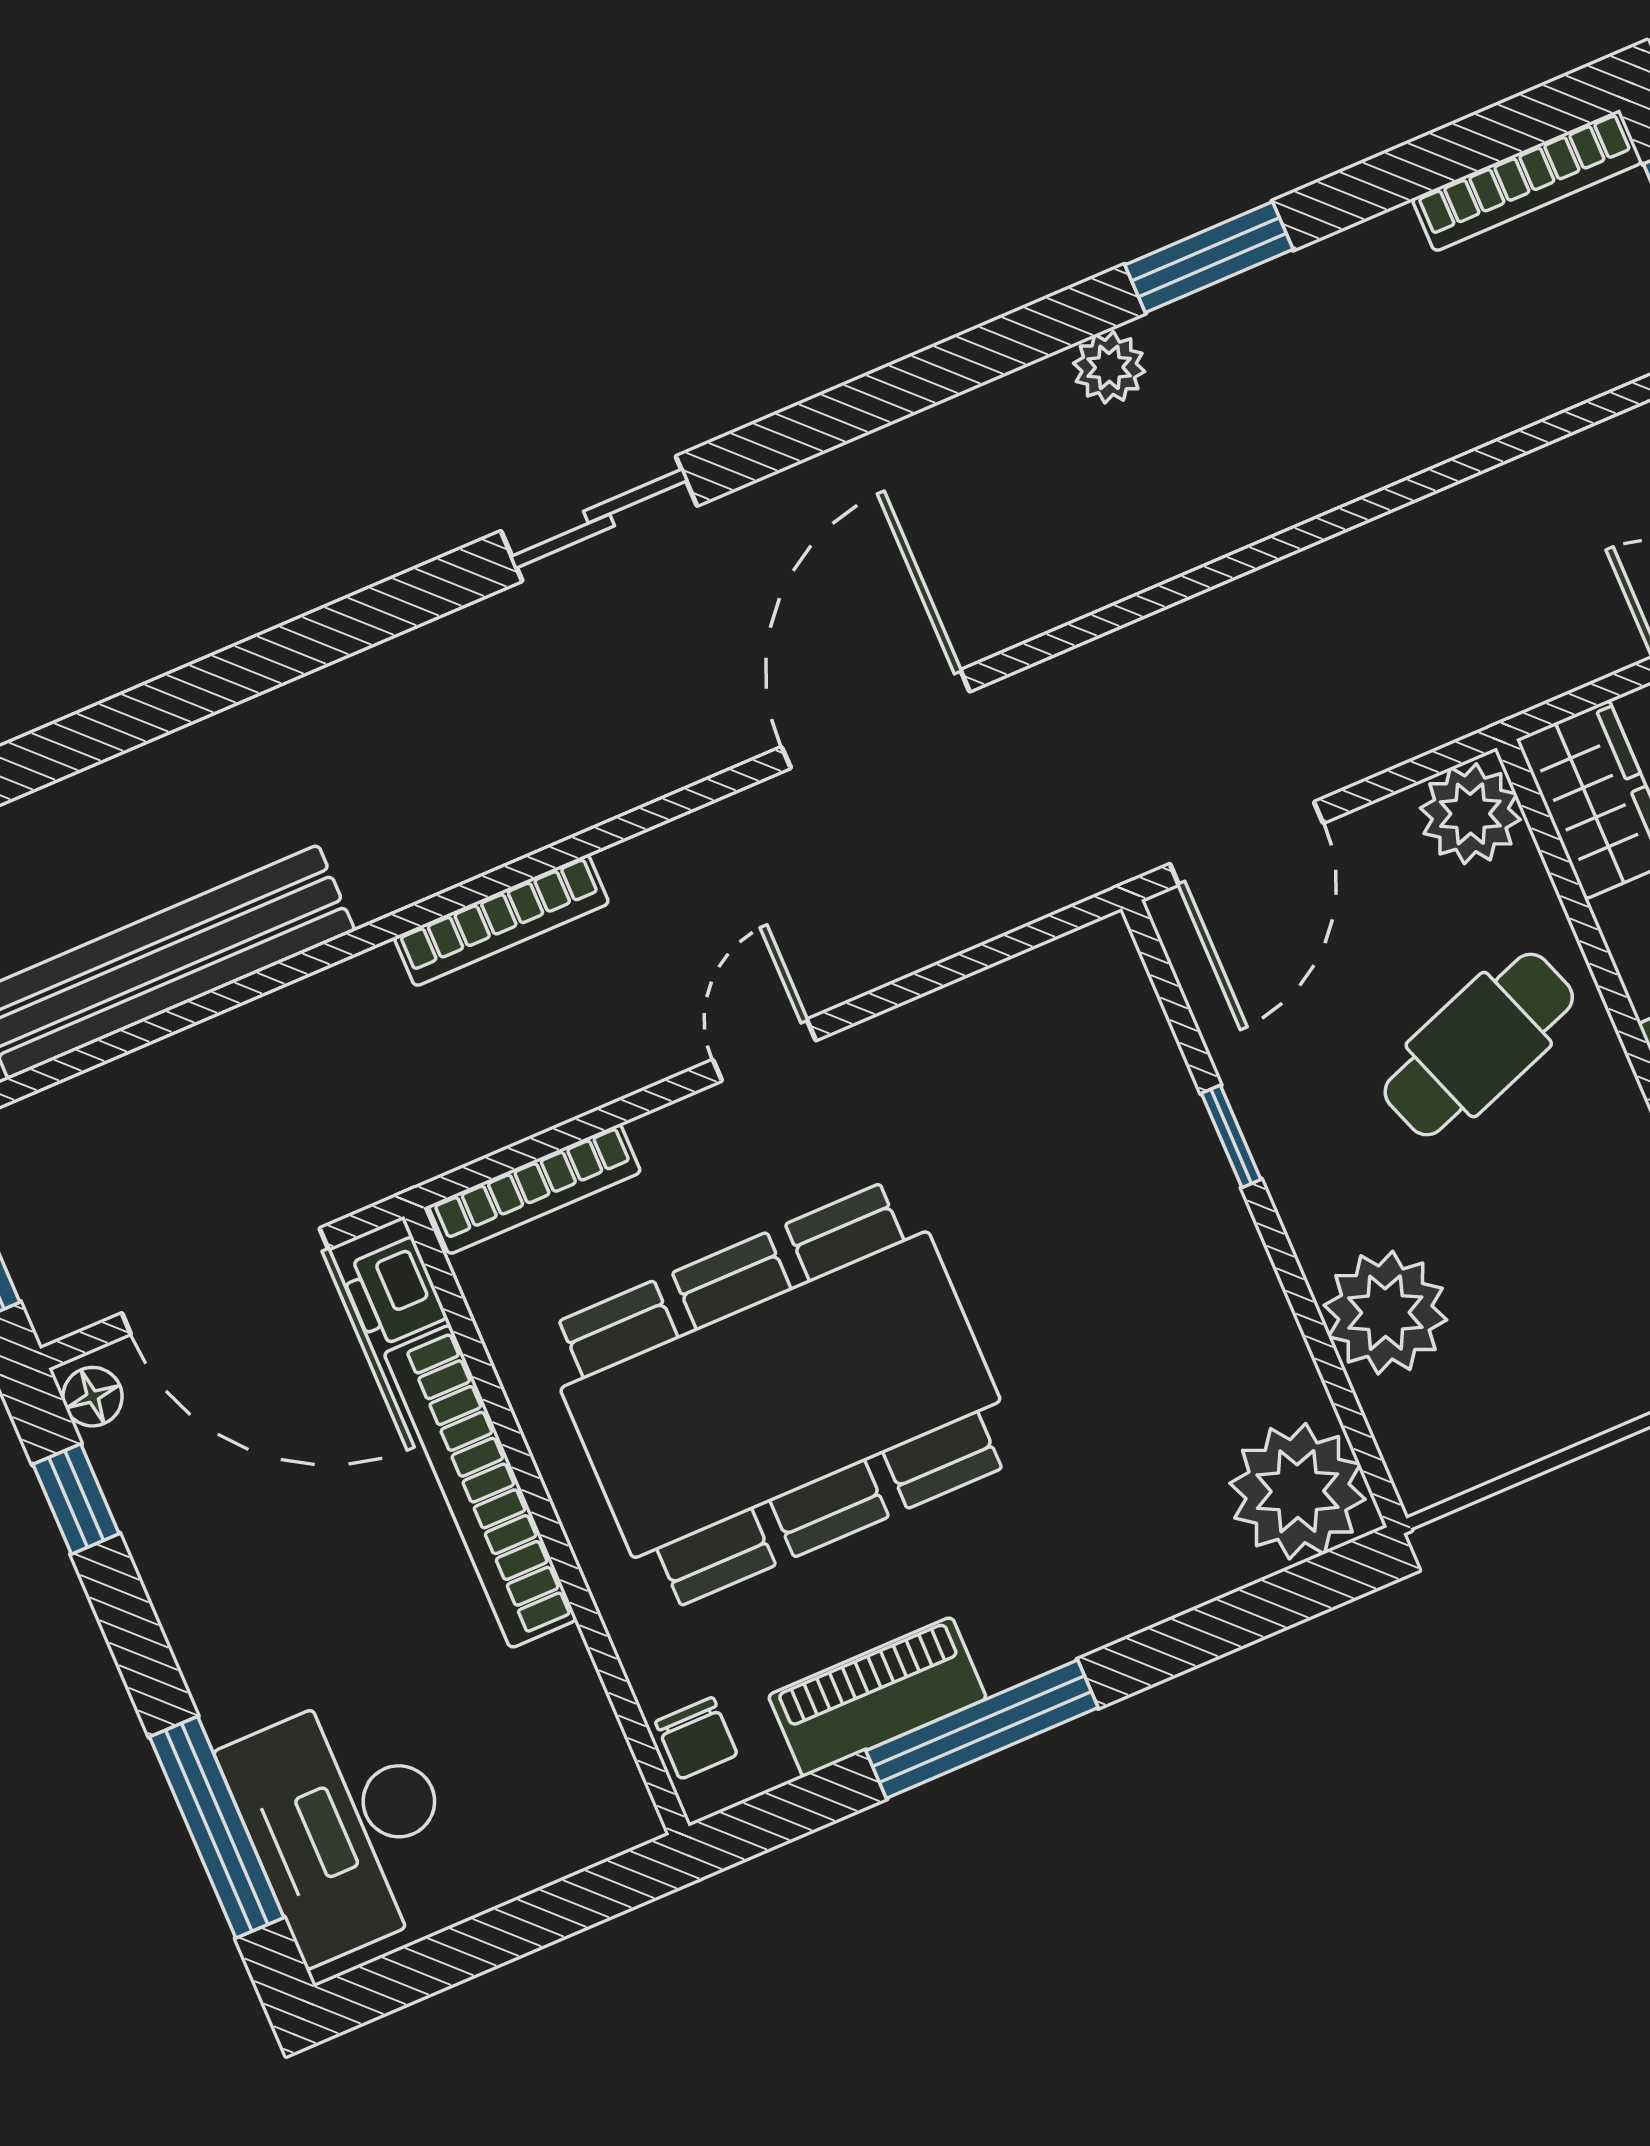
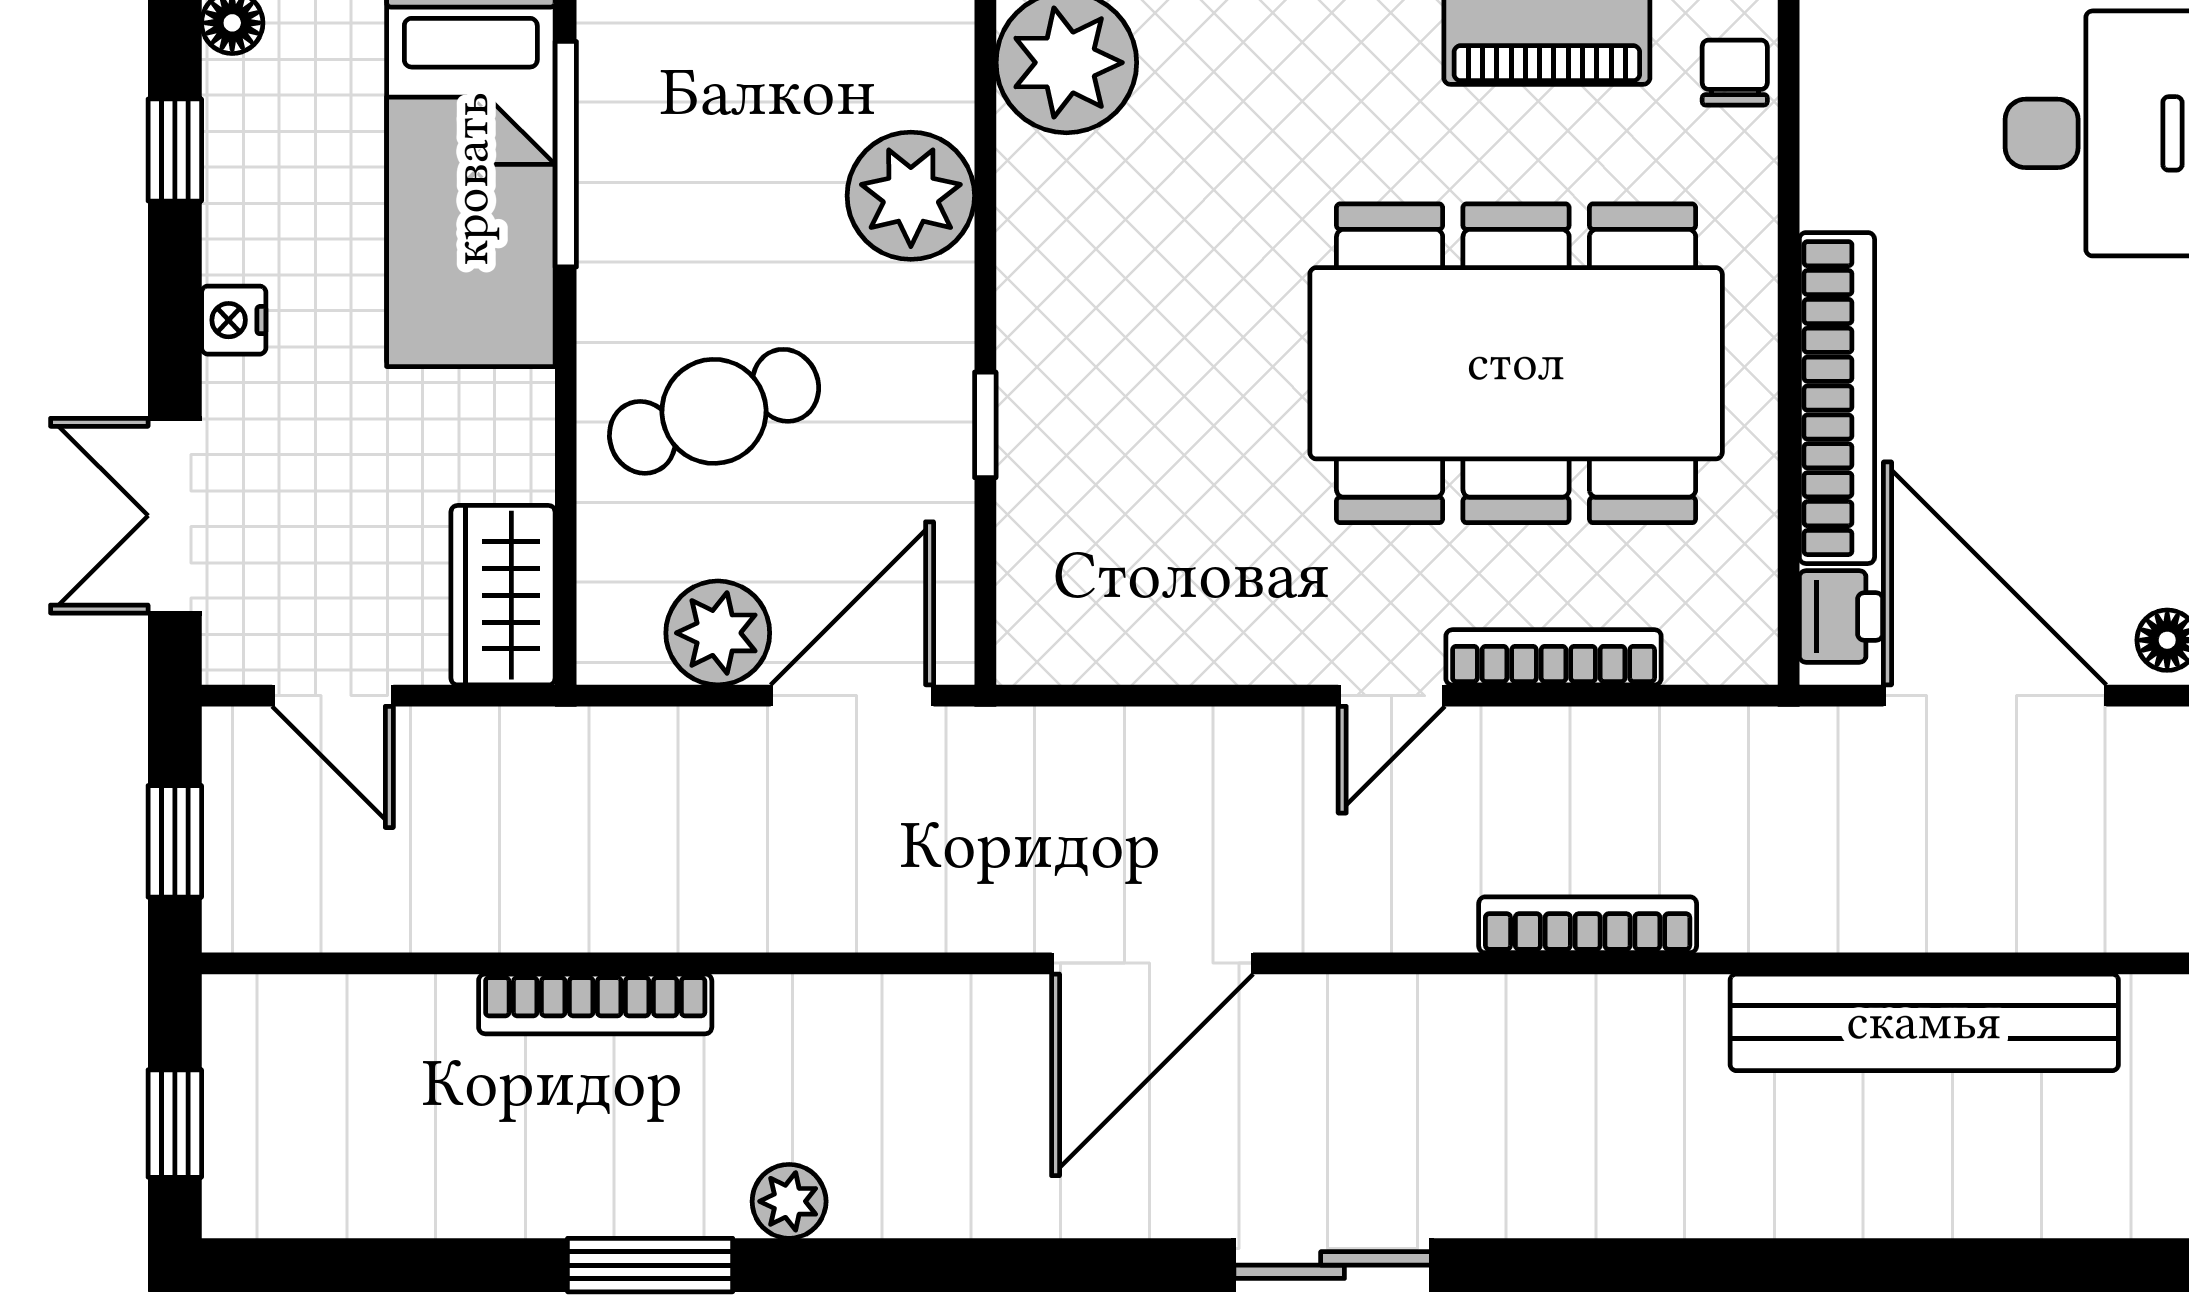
bookcase: (1527, 181) -> (595, 1004), moved, turned 180
plant: (1470, 814) -> (718, 633), moved
bookcase: (535, 1189) -> (1554, 657), moved

